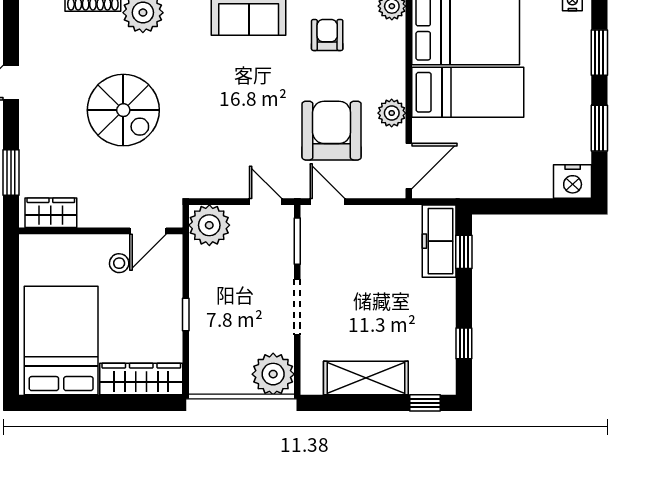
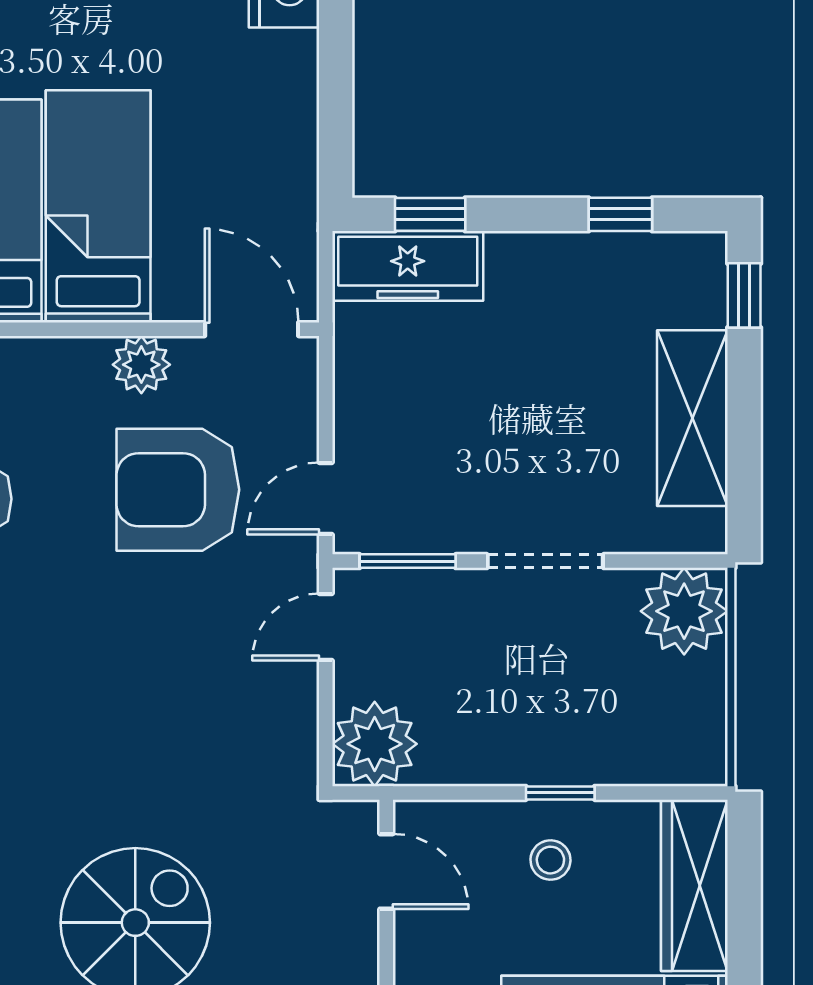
stool: (119, 263) -> (550, 860), moved

